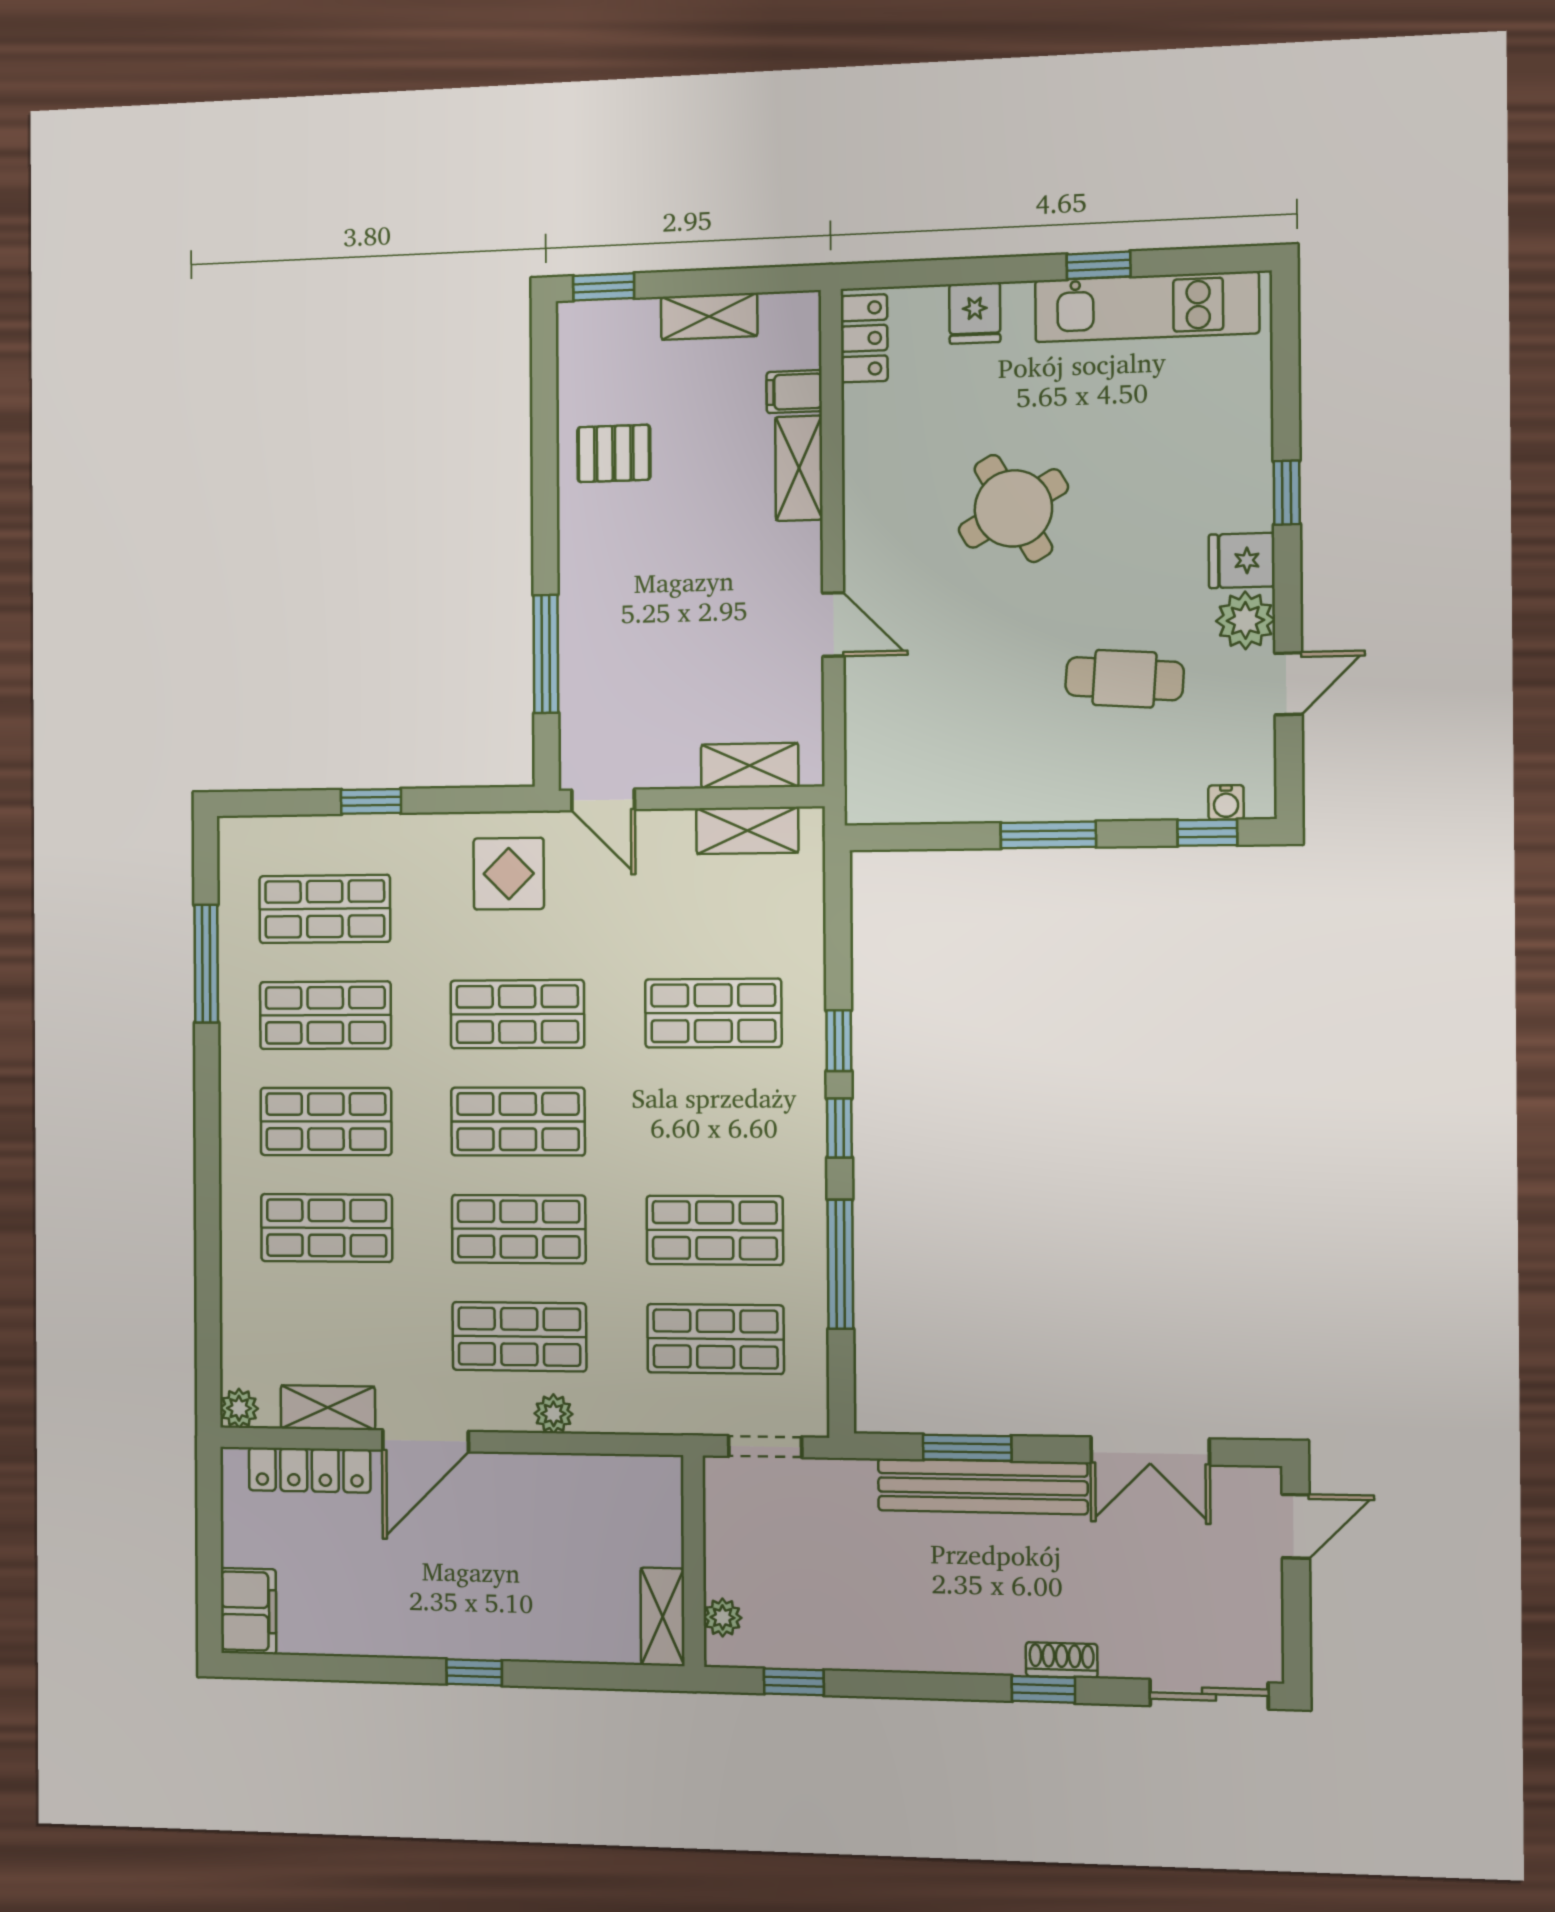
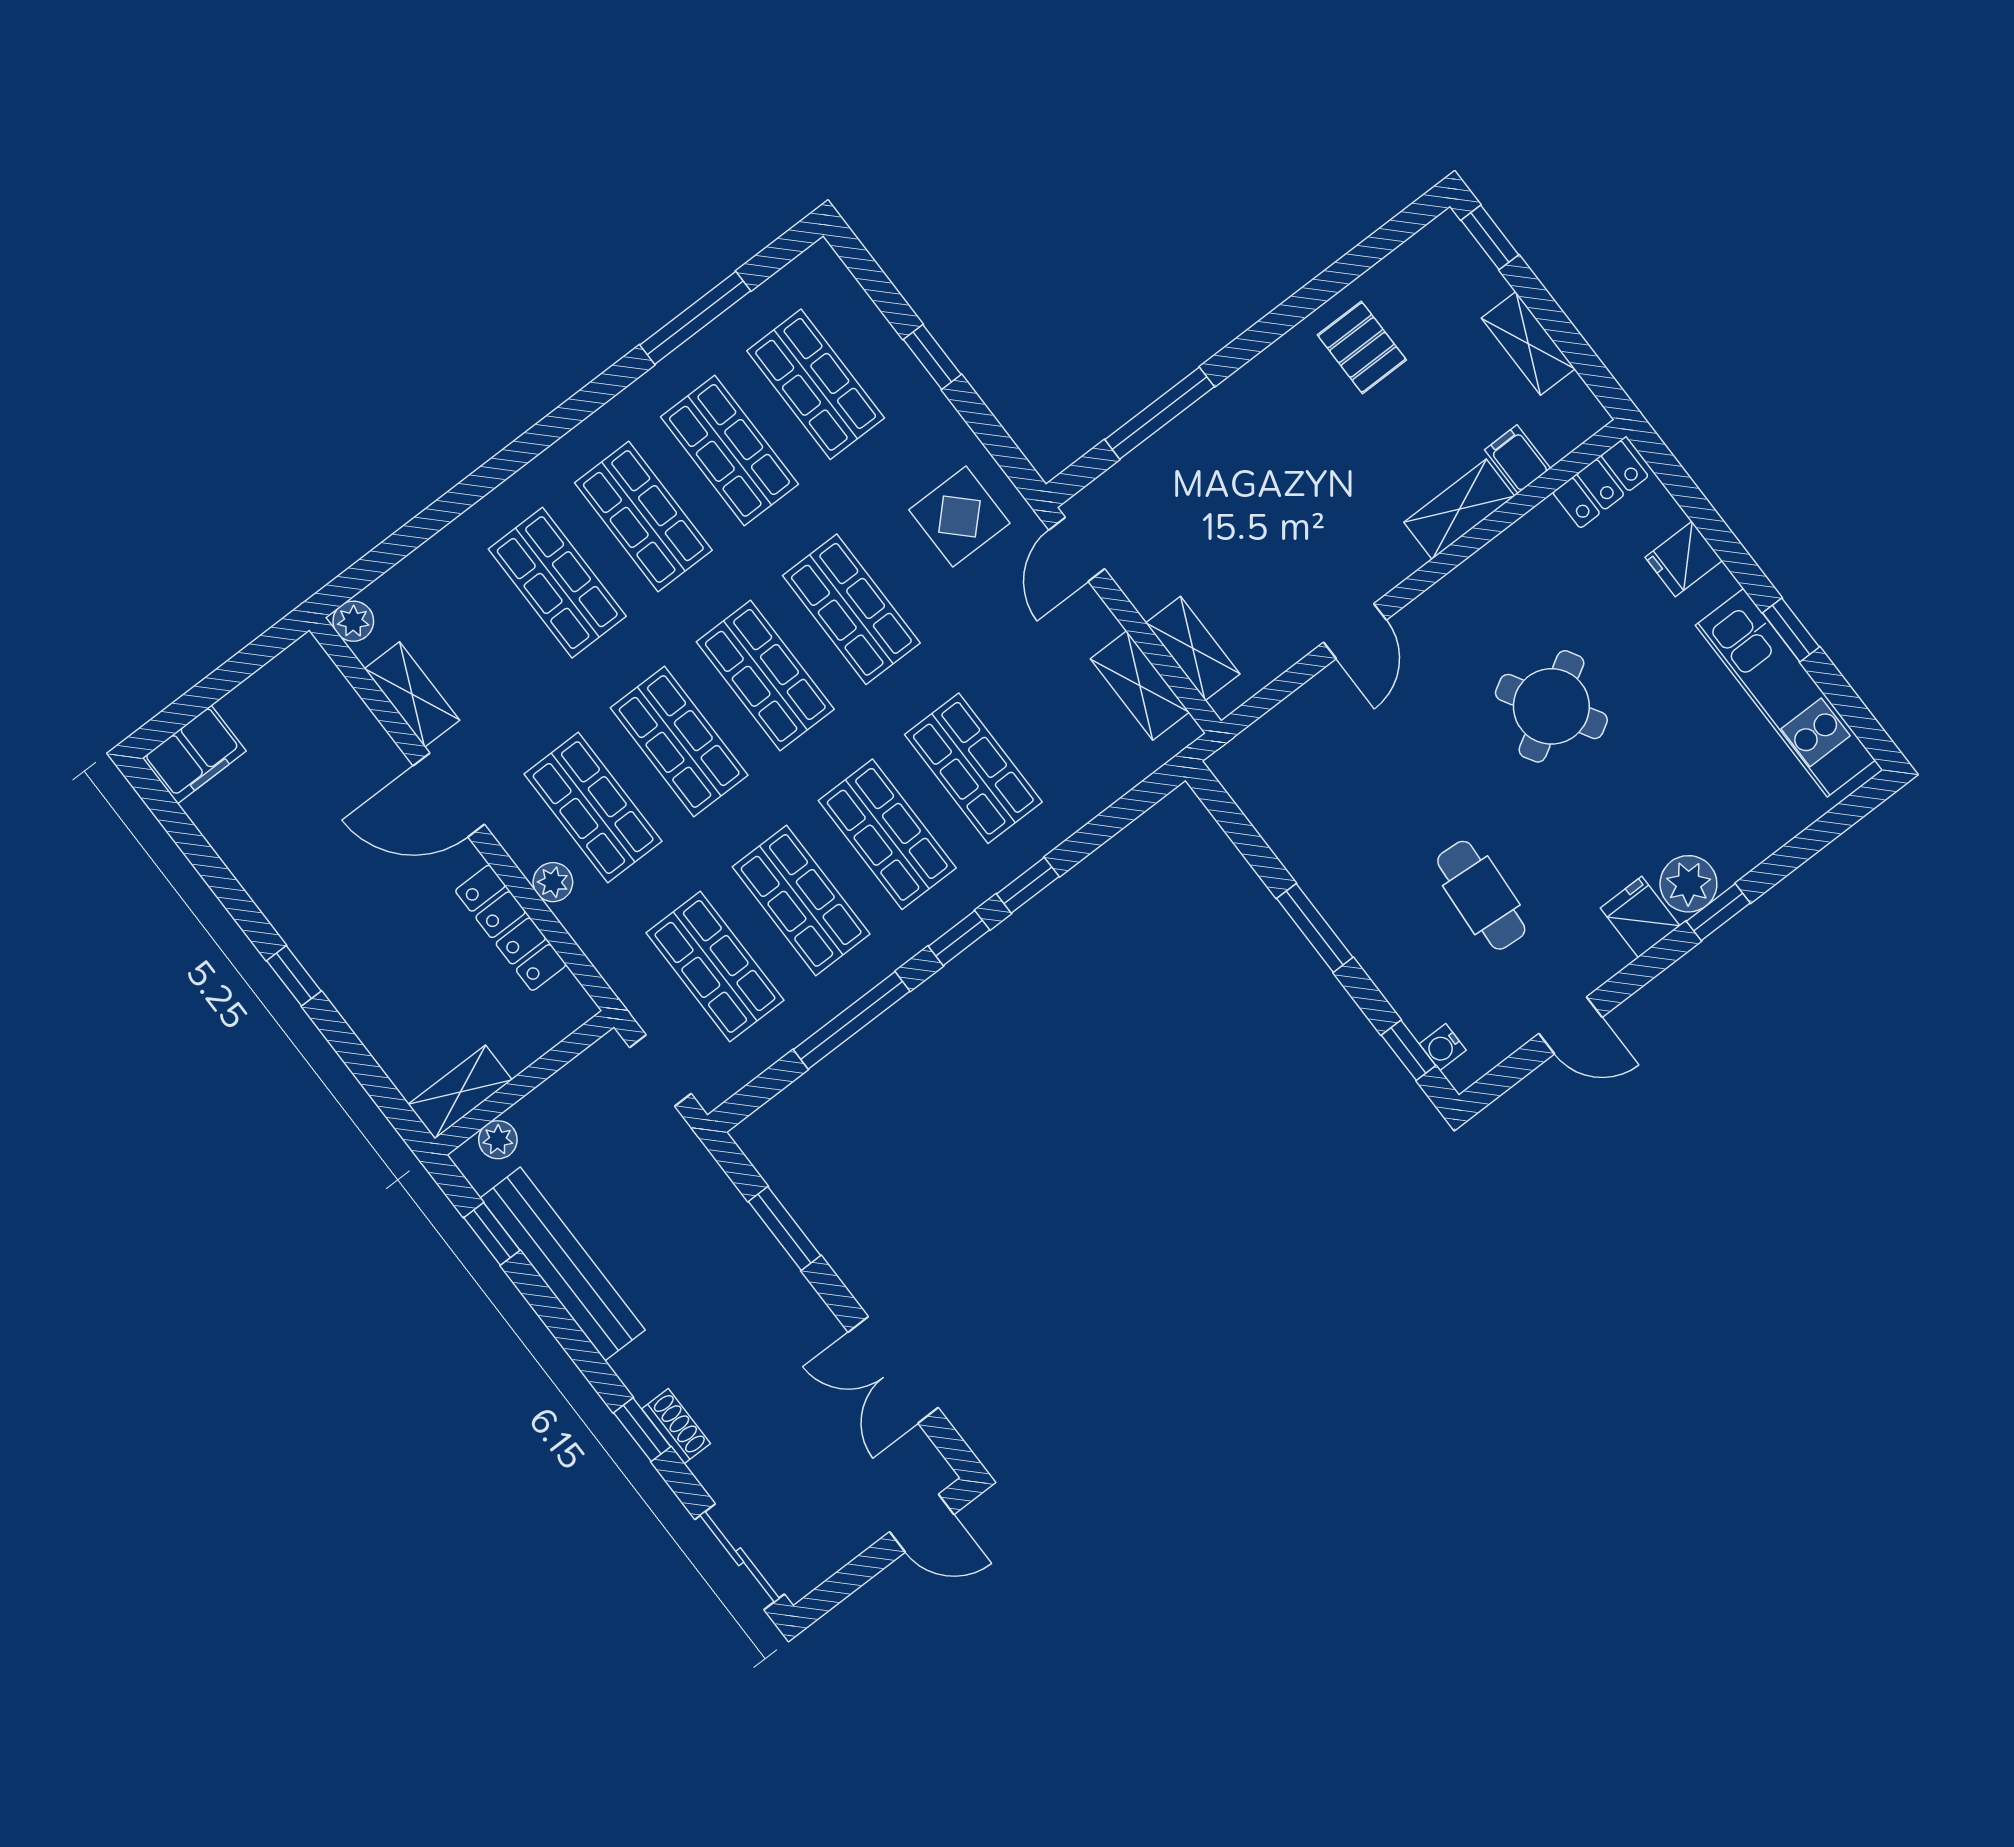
plant: (1245, 620) -> (1688, 884), moved
shop shelf: (714, 1122) -> (887, 834), added
locker: (310, 1470) -> (511, 928), moved
bench: (982, 1486) -> (563, 1264), moved

